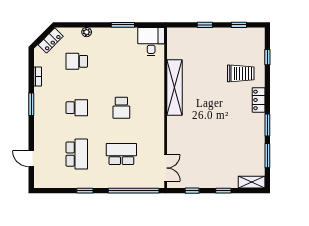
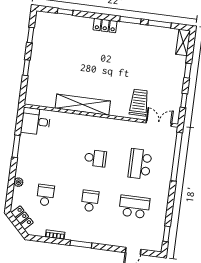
school desk: (77, 61) -> (45, 195), turned 180
trolley: (241, 73) -> (139, 103), moved
window: (85, 191) -> (166, 234), moved

